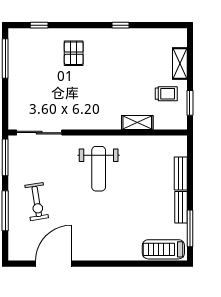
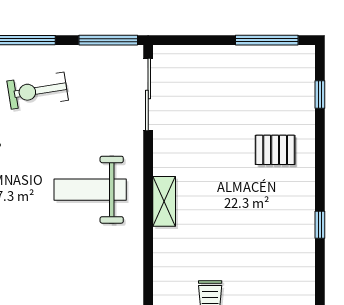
shelving: (137, 123) -> (164, 201), moved

